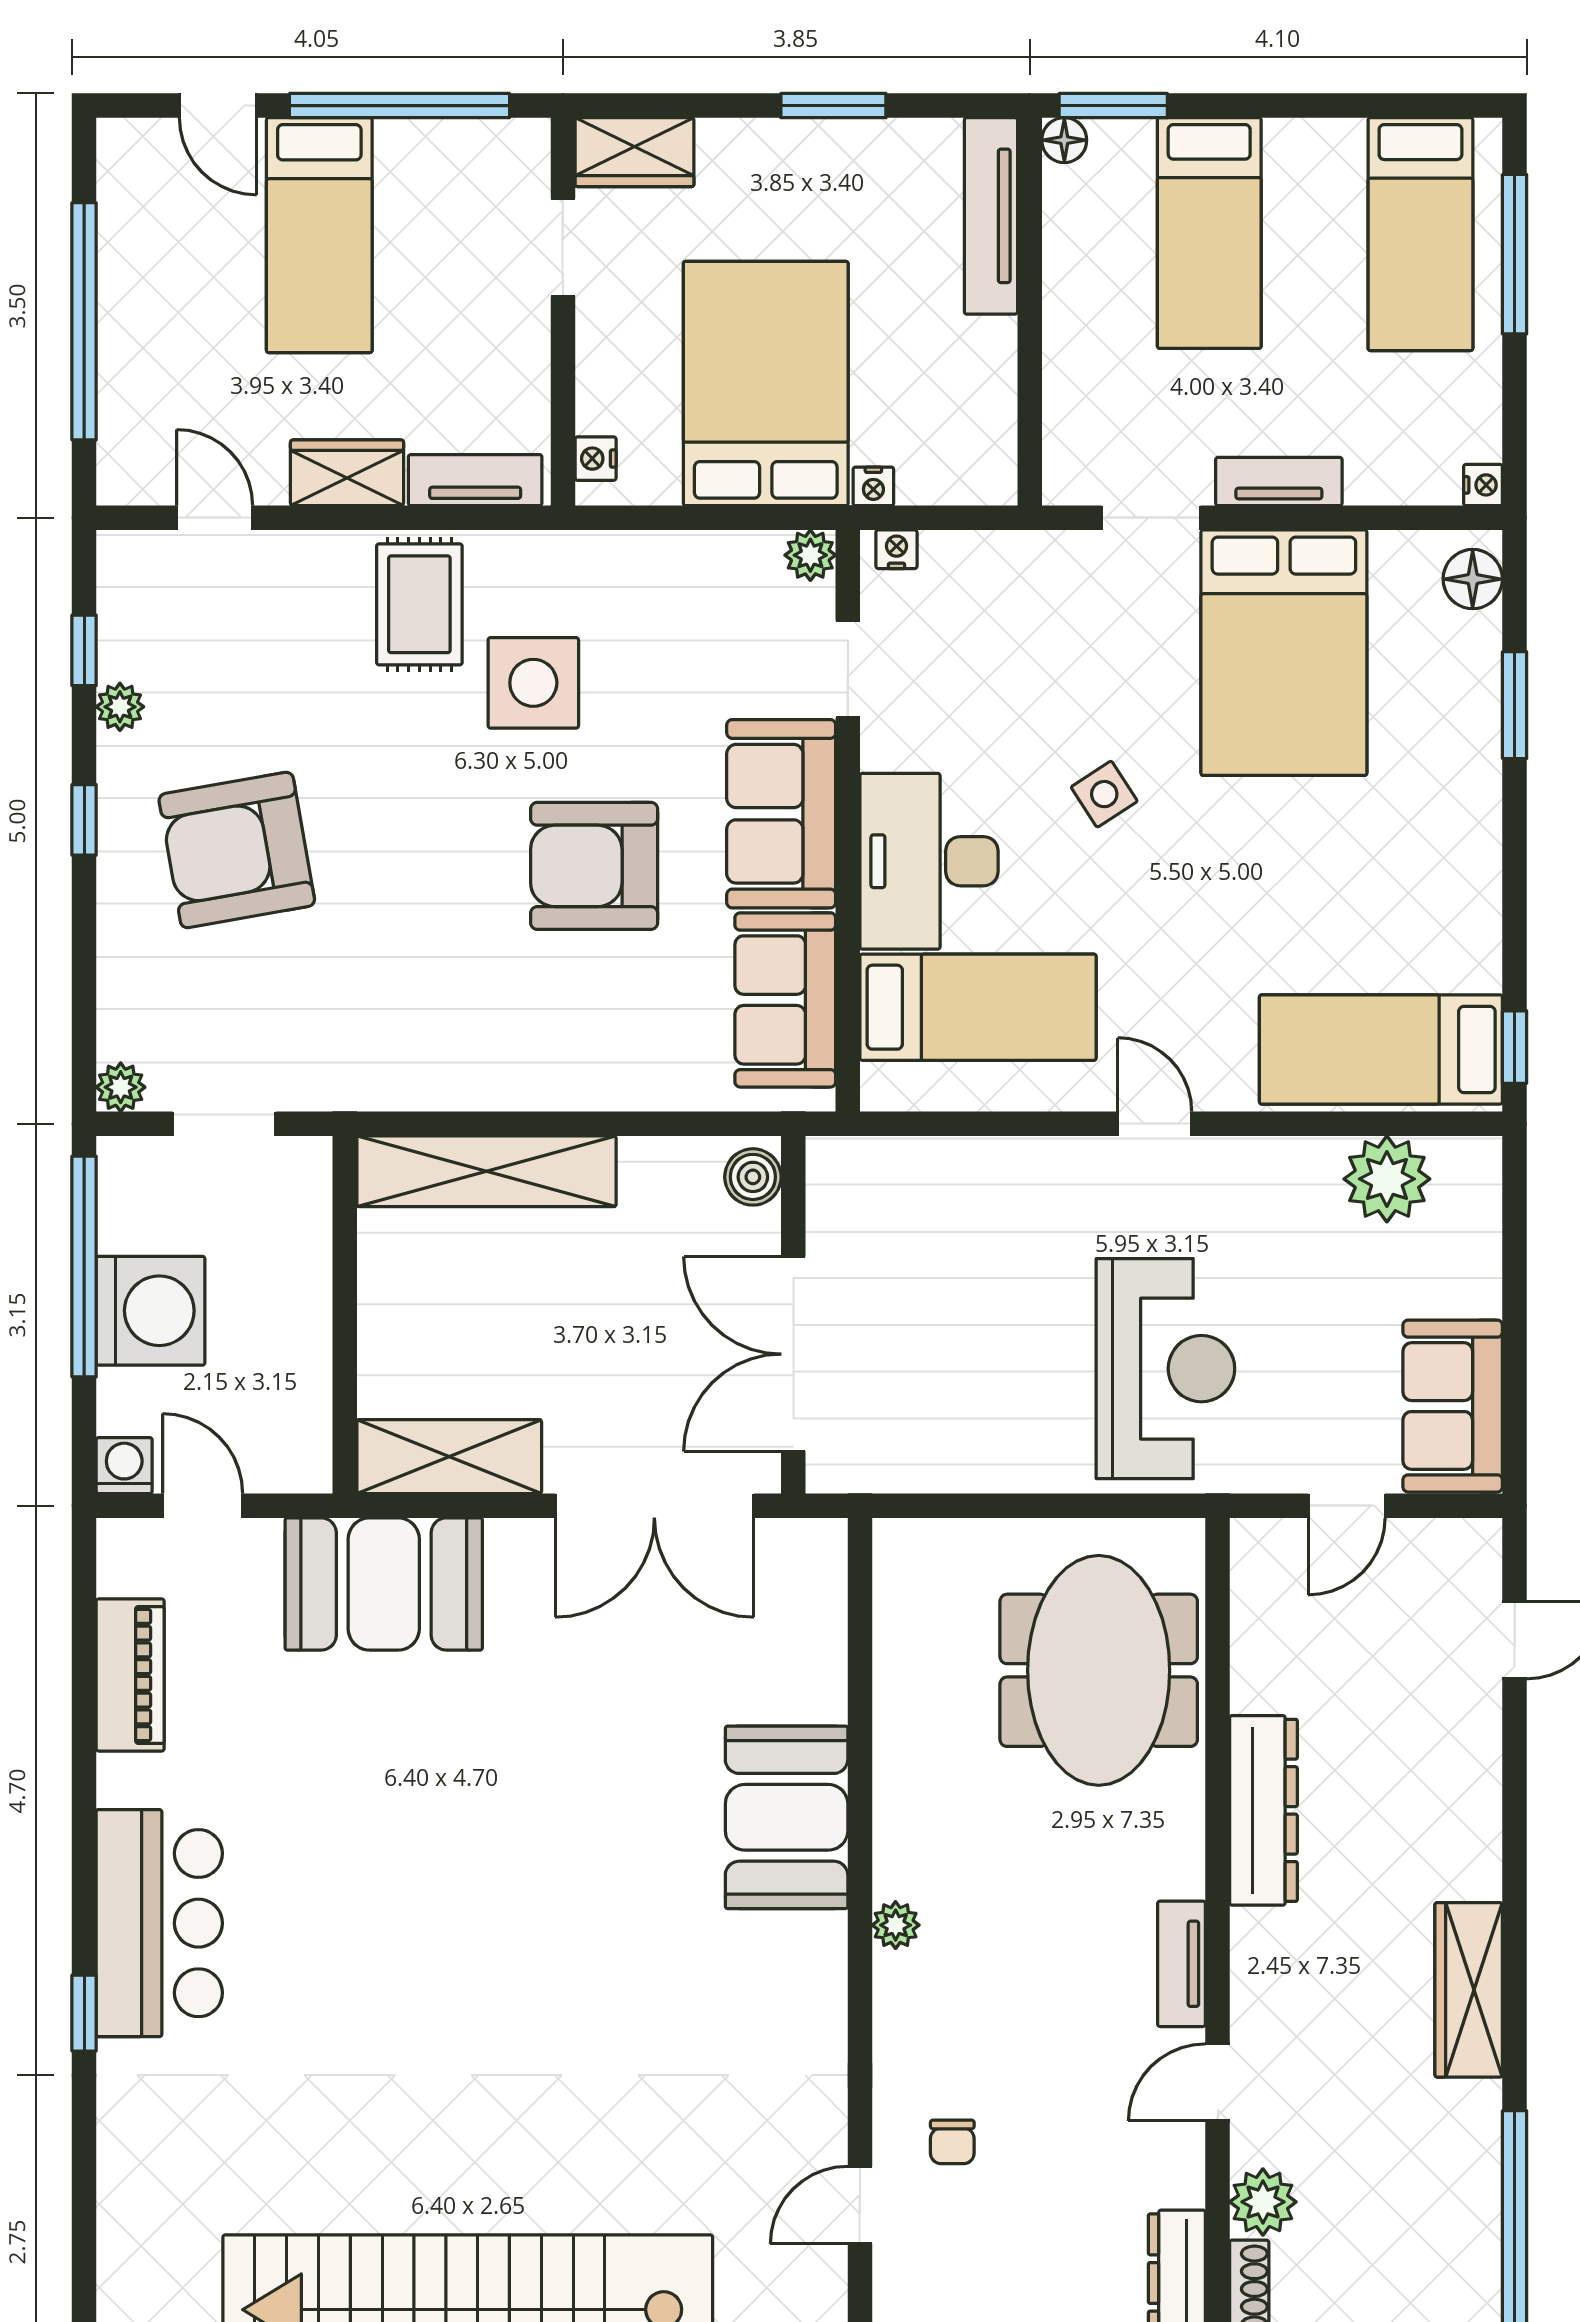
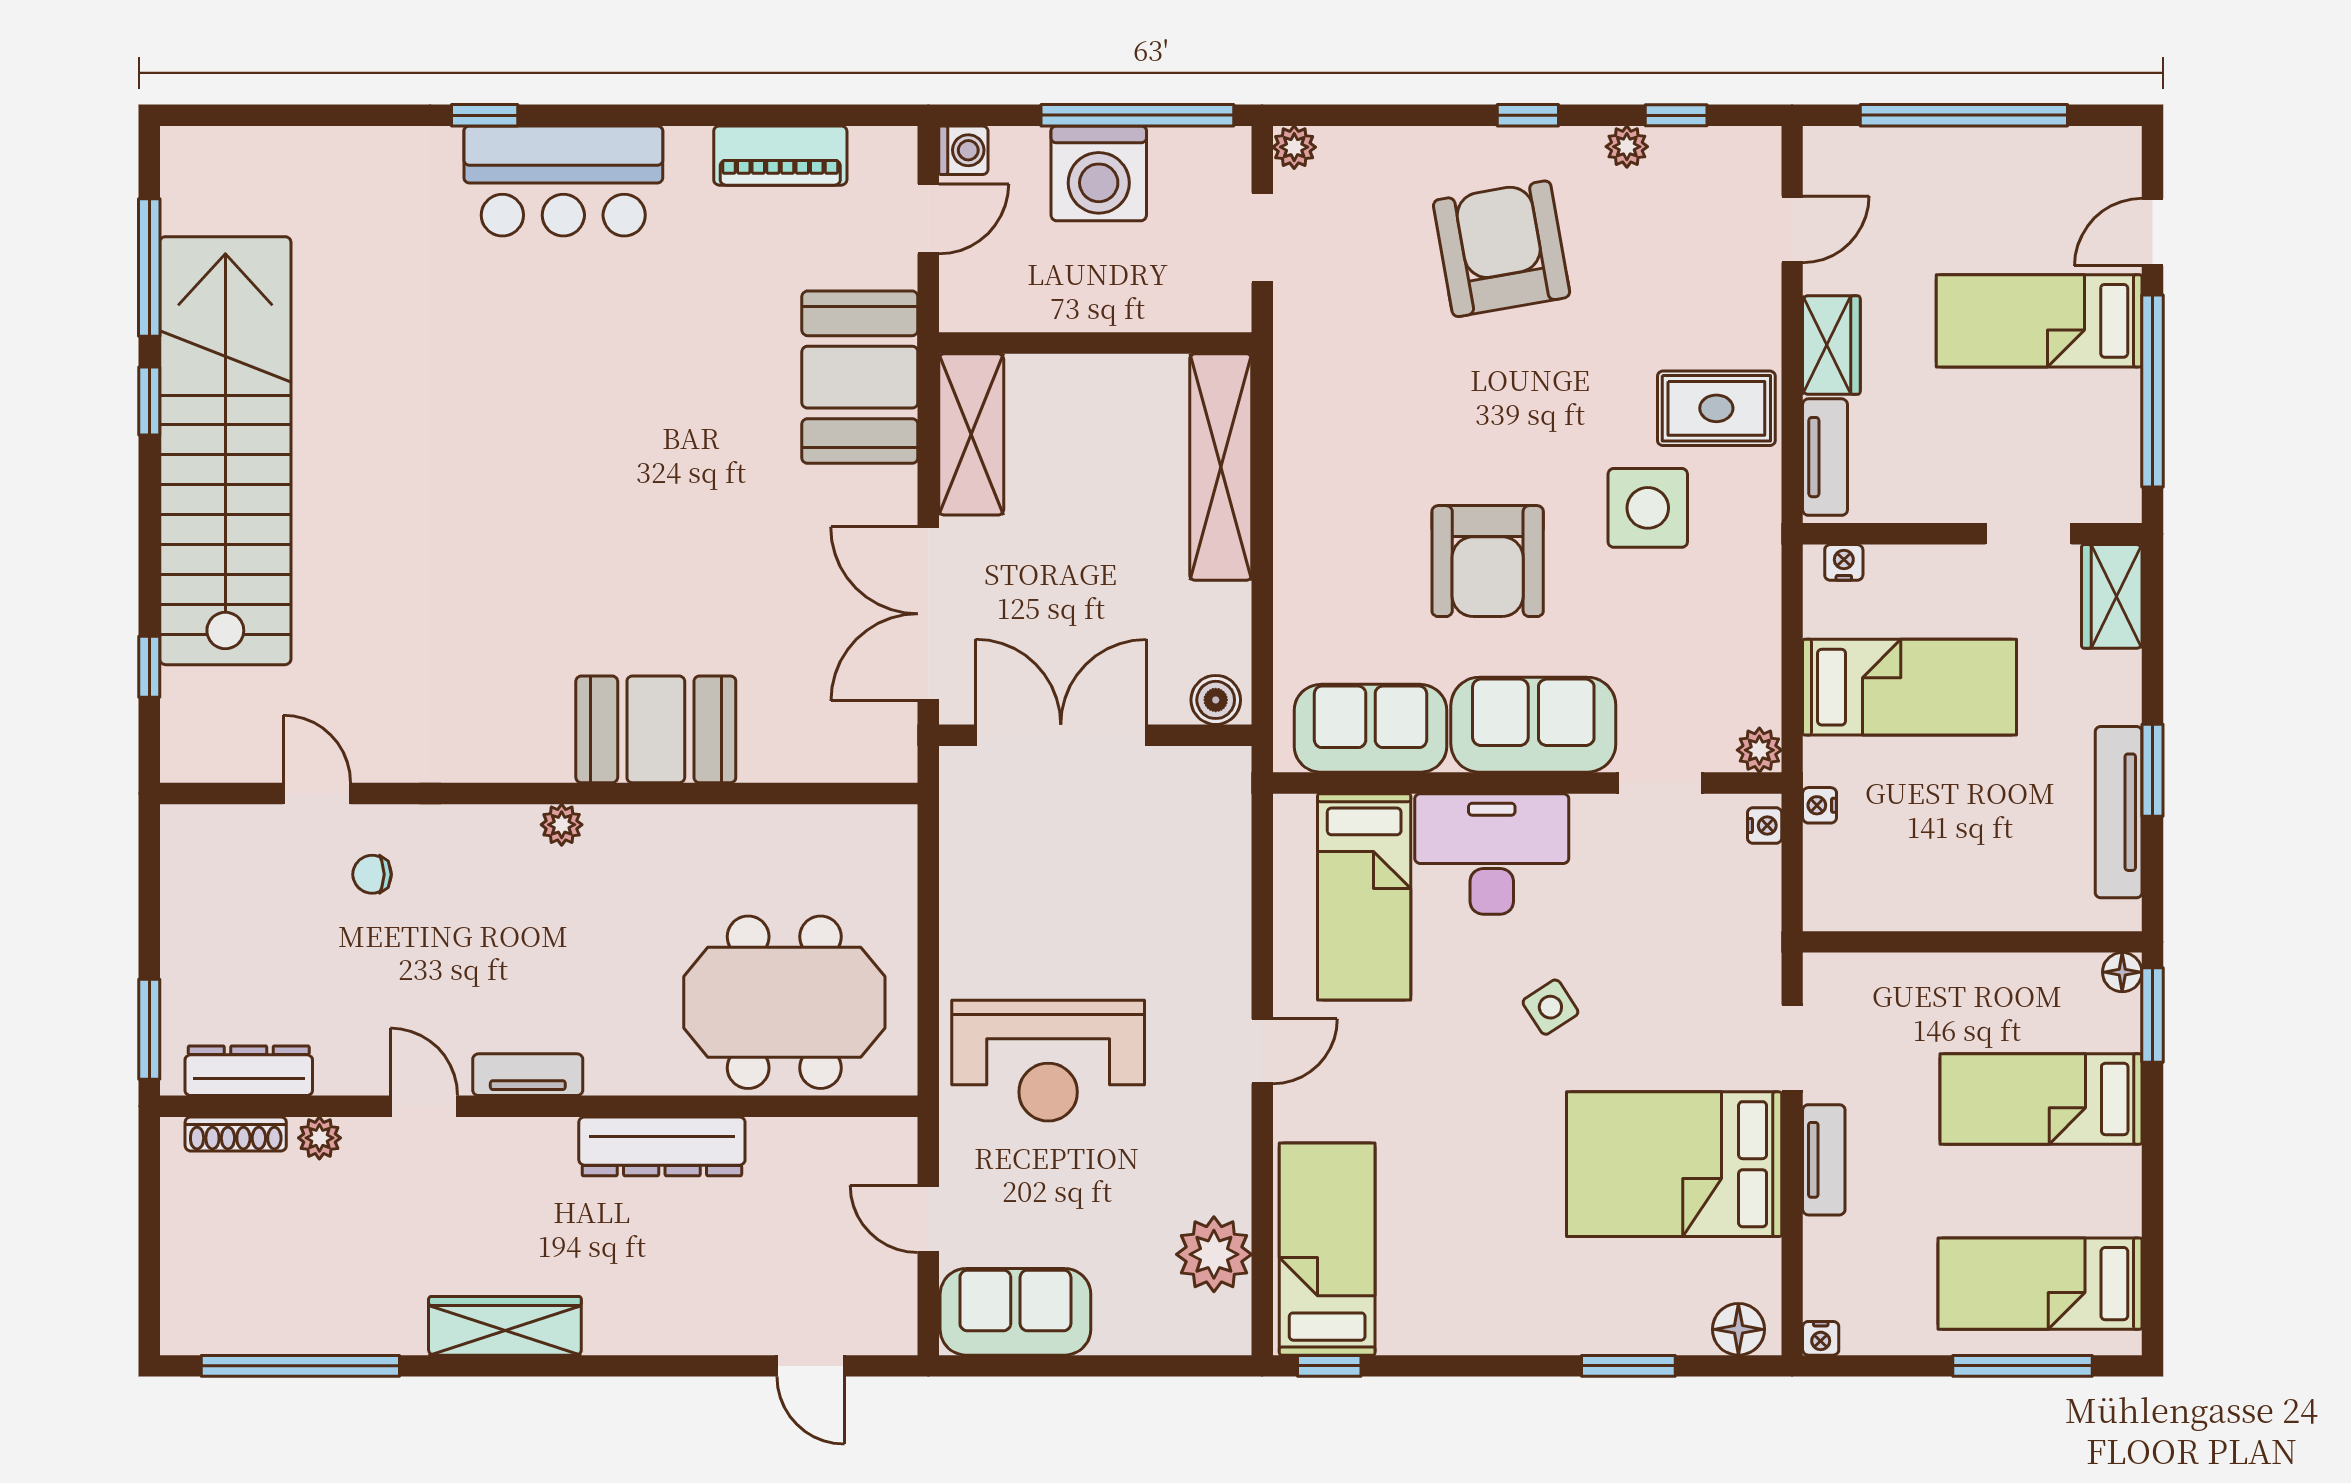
tv unit: (991, 216) -> (2119, 812), moved, turned -90
bed: (766, 383) -> (1909, 687), width x0.67
armchair: (594, 866) -> (1488, 561), turned 180
plant: (1263, 2202) -> (319, 1138), width x0.73, depth x0.73

